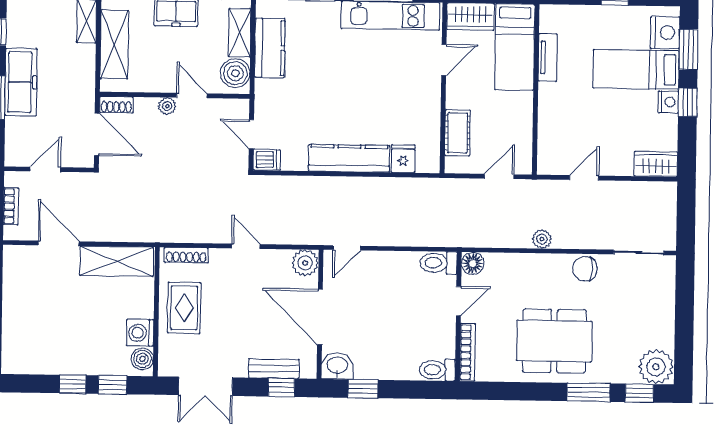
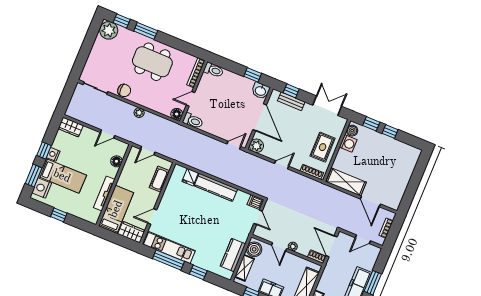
tv unit: (548, 58) -> (104, 194), width x1.41
floor lamp: (548, 135) -> (116, 161), added
door: (246, 246) -> (282, 165), swing flipped

